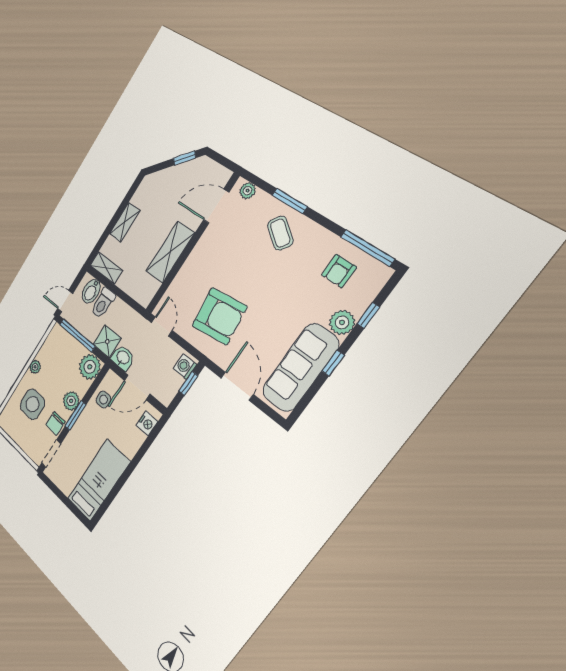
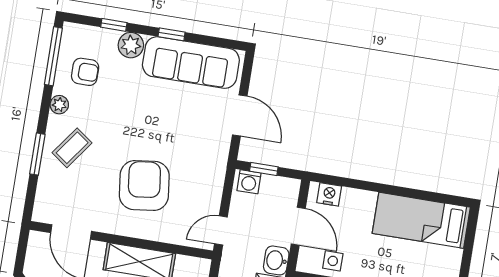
plant: (248, 191) -> (59, 105), moved
armchair: (219, 316) -> (144, 185), moved
door: (237, 386) -> (240, 115), swing flipped

